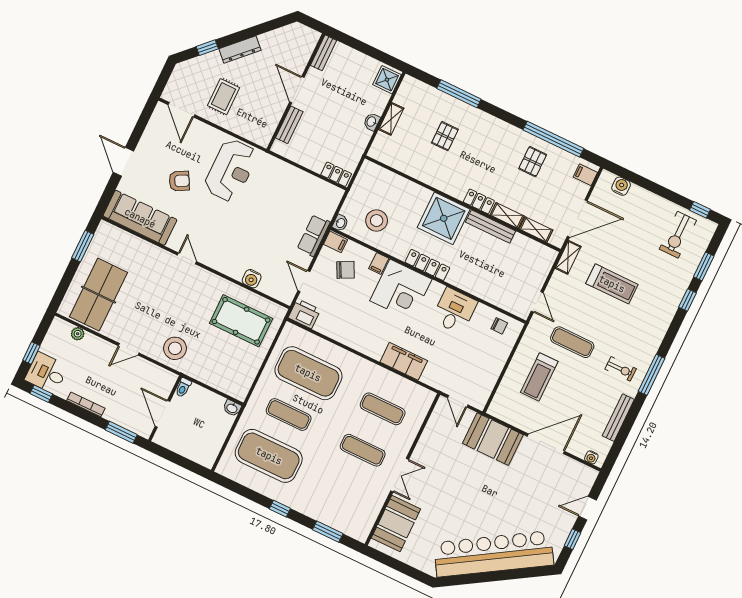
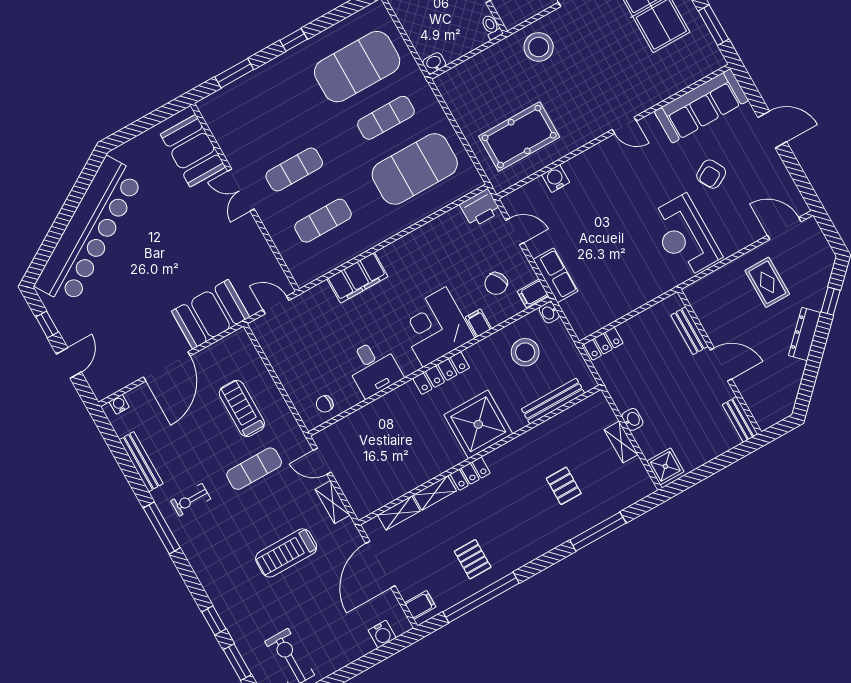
bench: (490, 227) -> (553, 401), moved
shelving: (568, 257) -> (333, 502), moved

